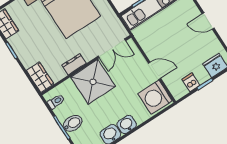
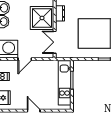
door: (208, 21) -> (34, 111), hinge flipped

